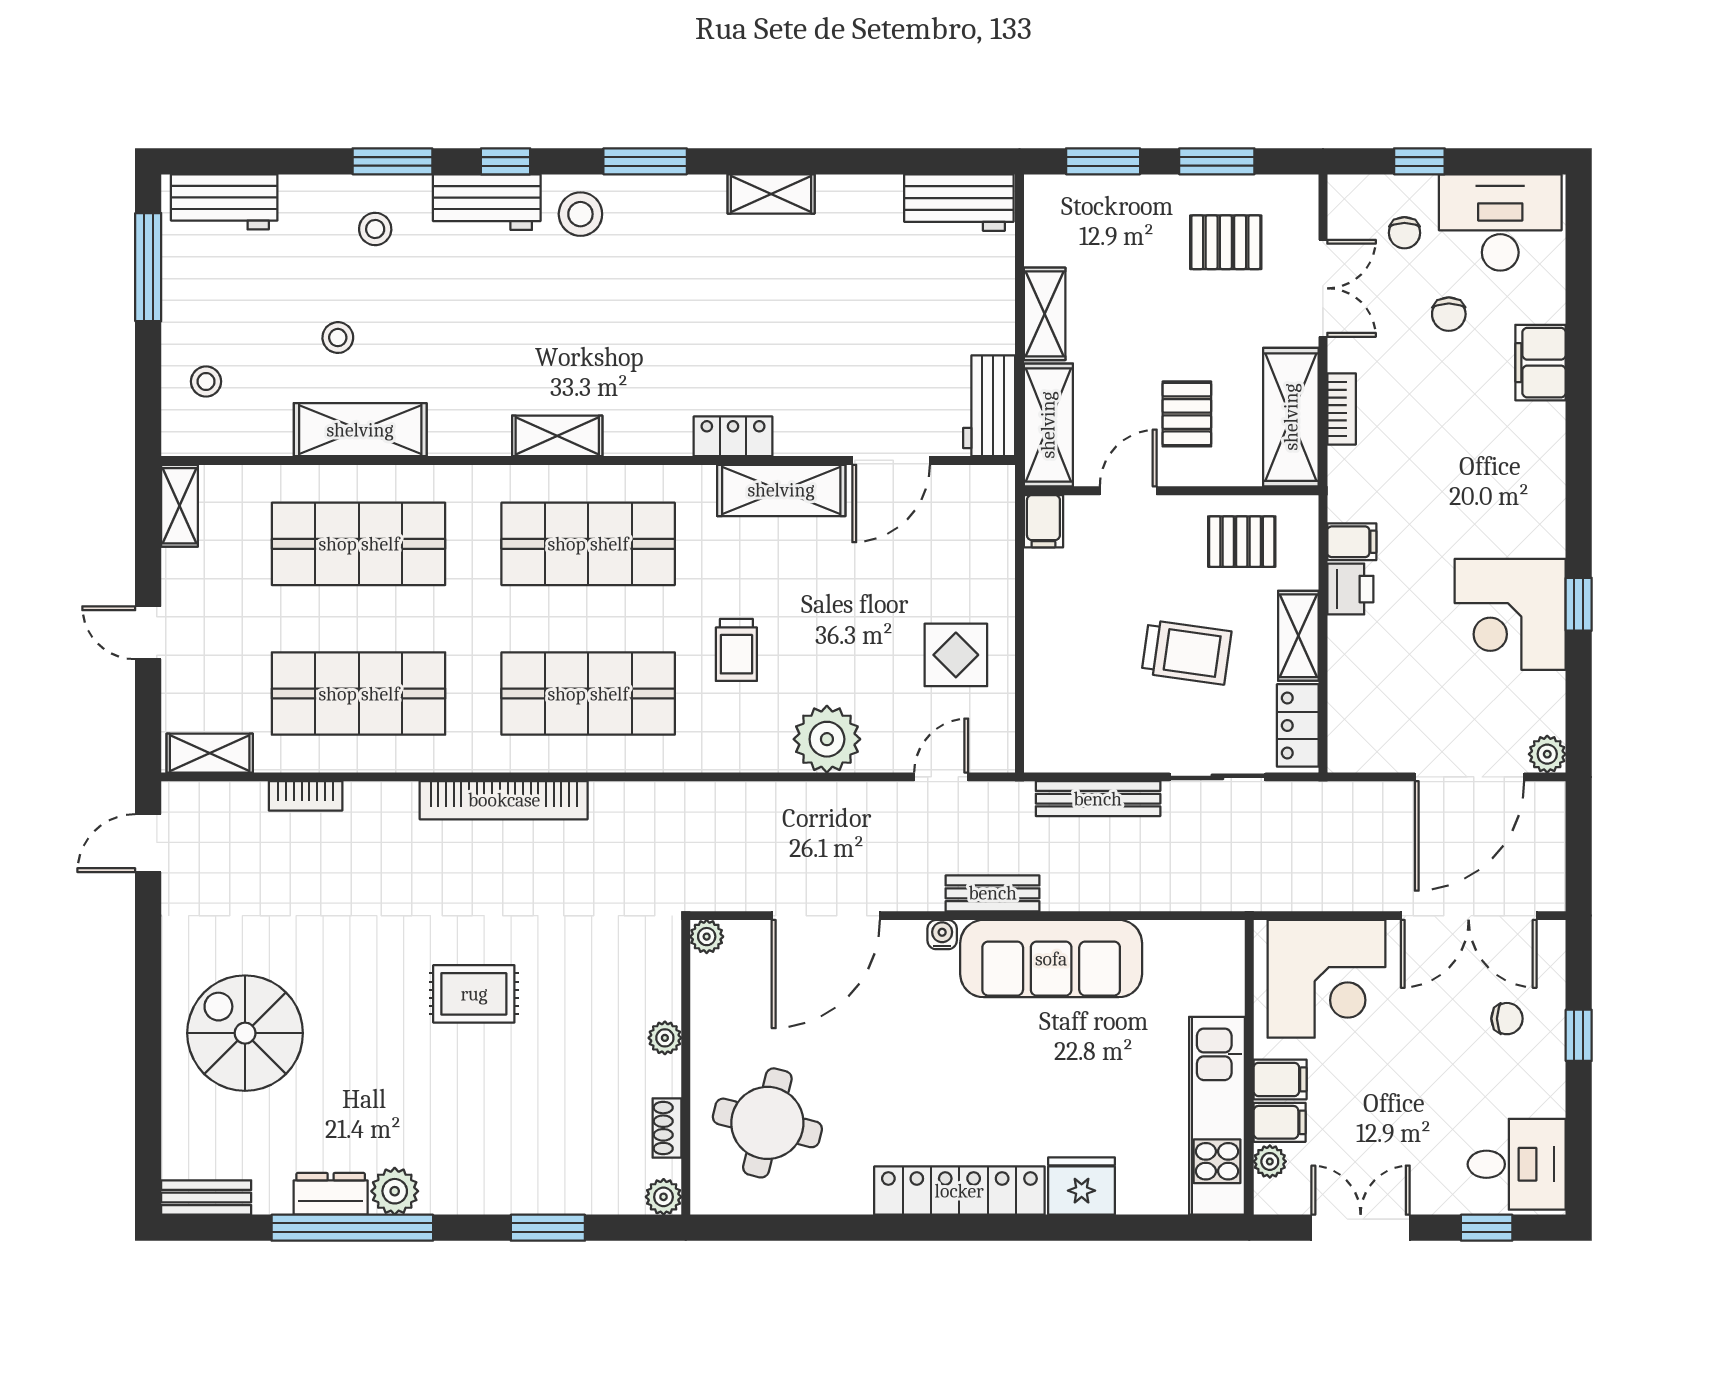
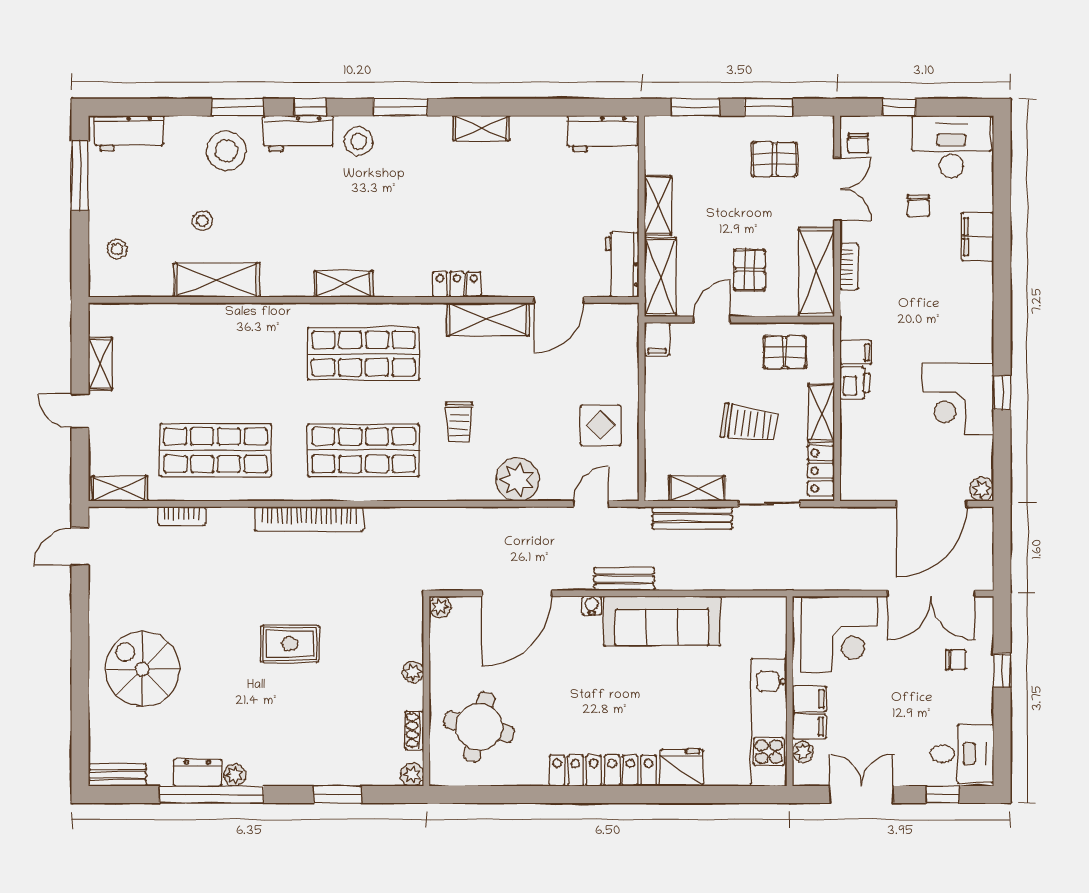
stool: (375, 229) -> (226, 151), width x1.89, depth x1.89
chair: (1404, 233) -> (858, 143), moved
shelving: (180, 506) -> (100, 364), moved
shop shelf: (359, 544) -> (216, 354), removed
shelving: (1106, 753) -> (697, 488), added
plant: (395, 1191) -> (235, 775), width x0.73, depth x0.73

